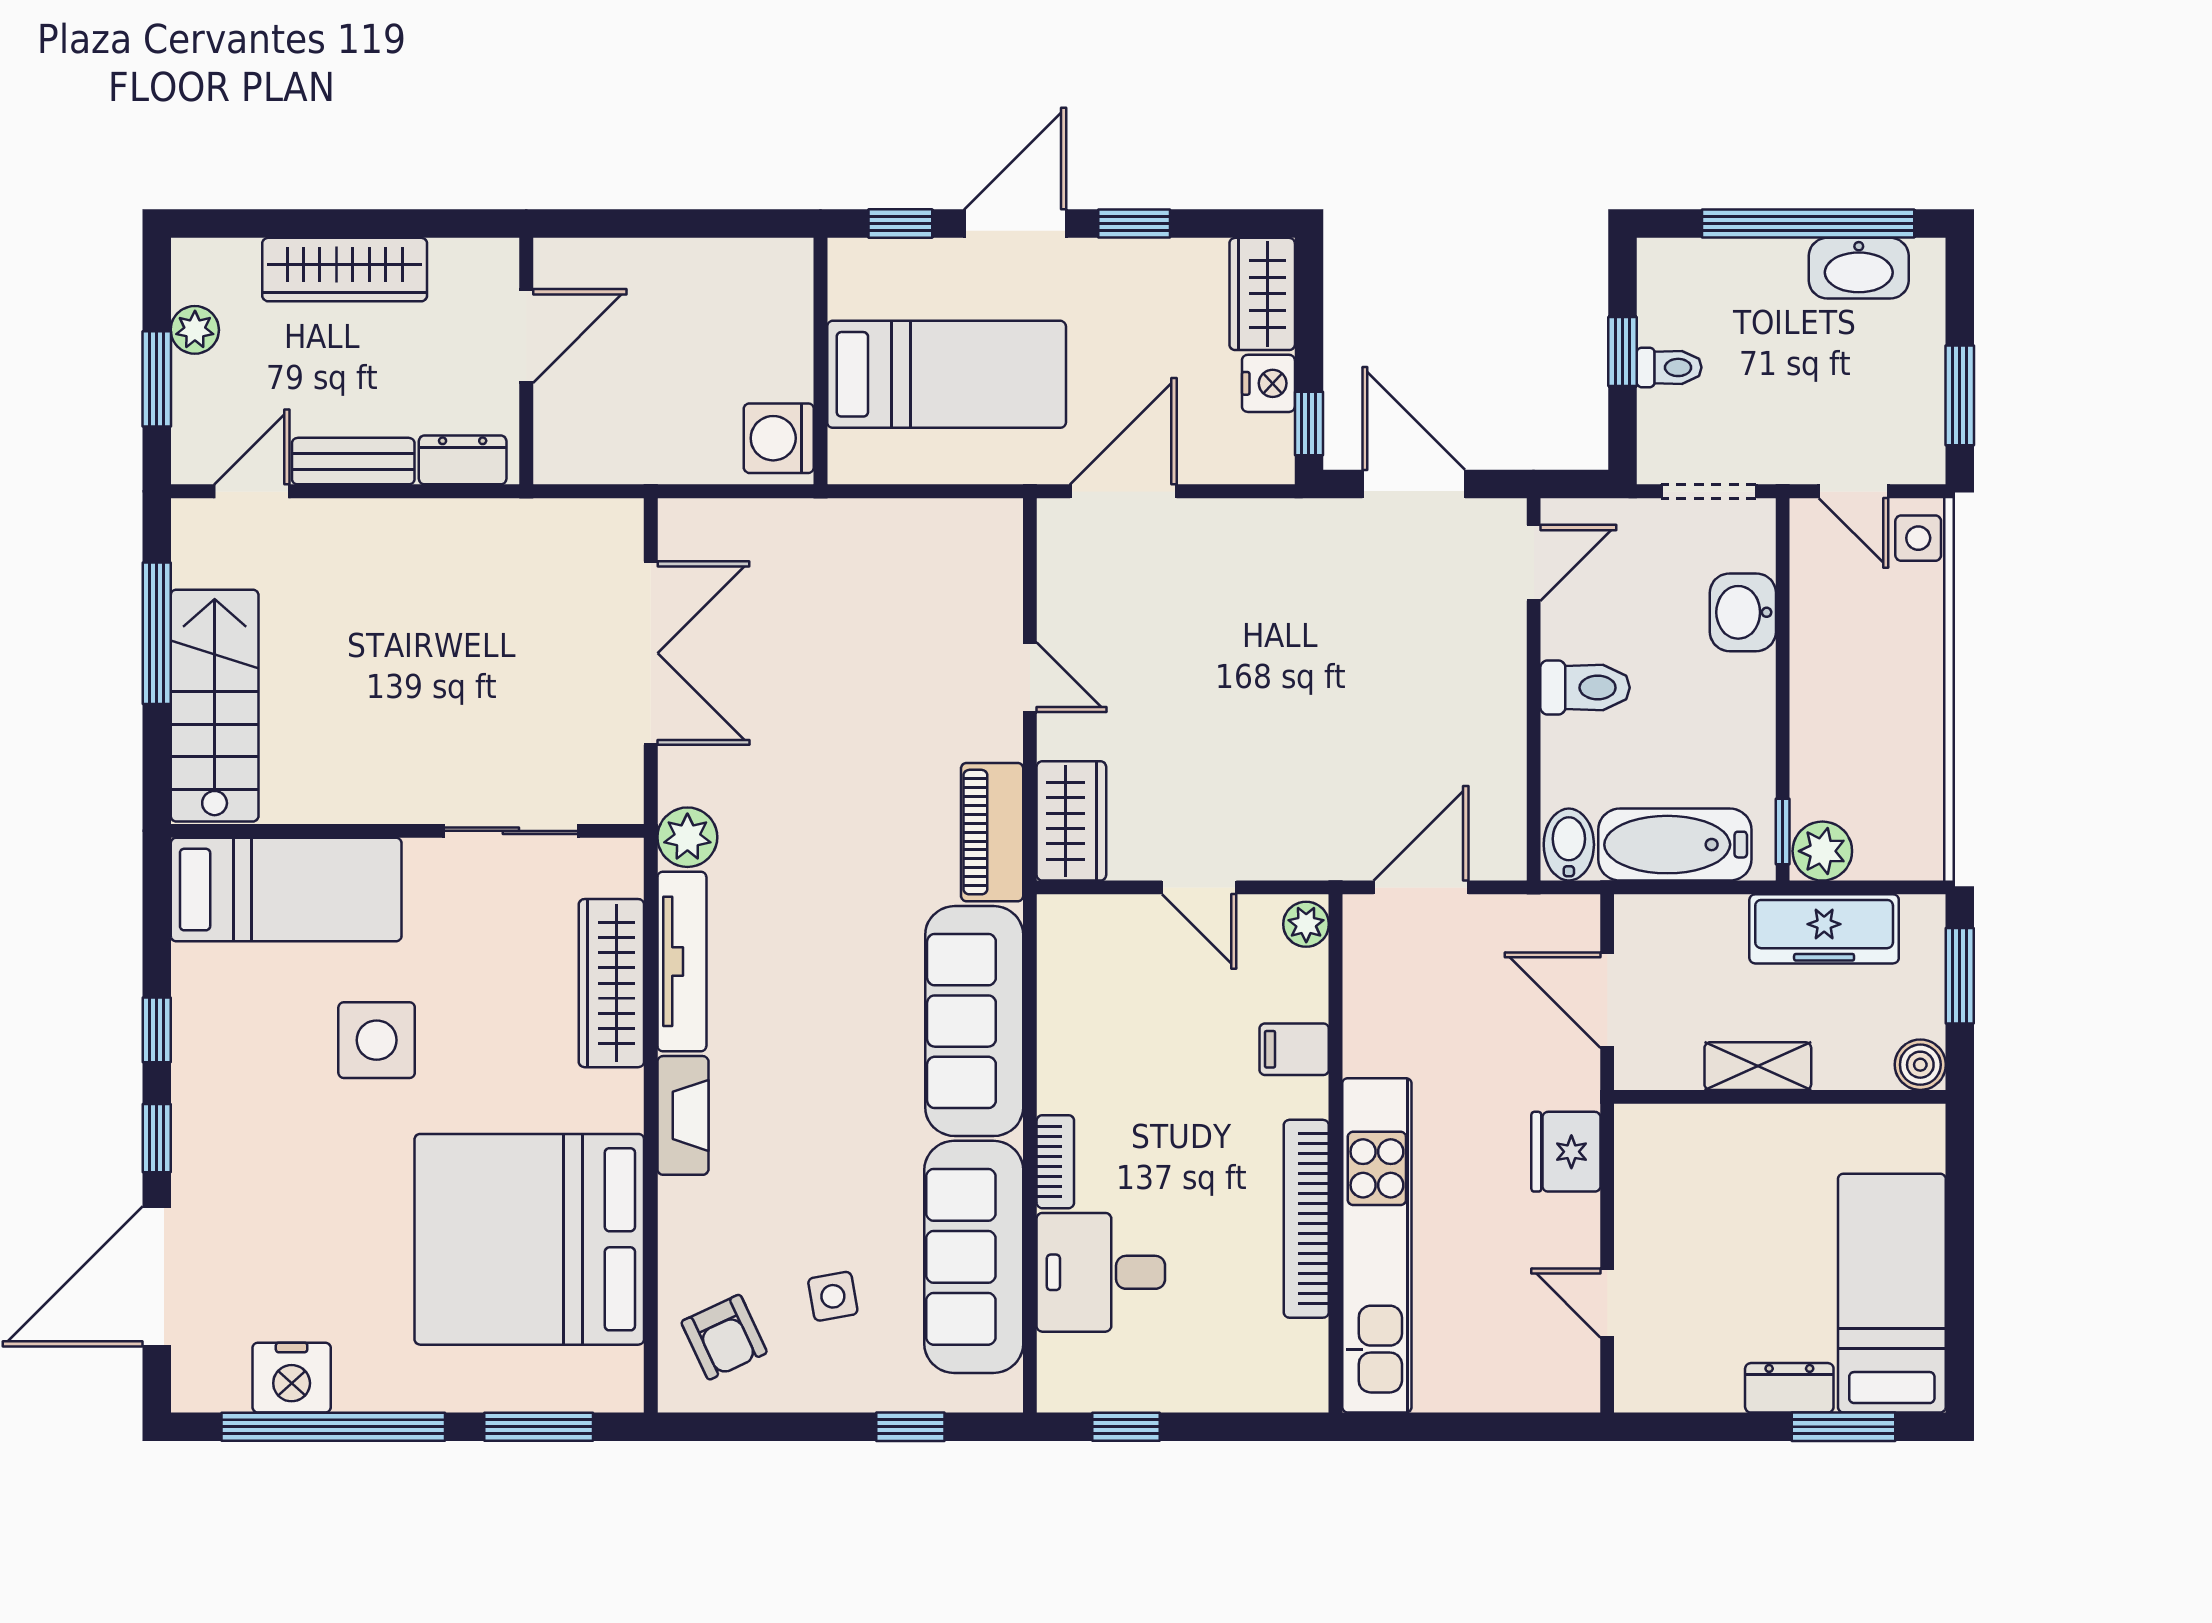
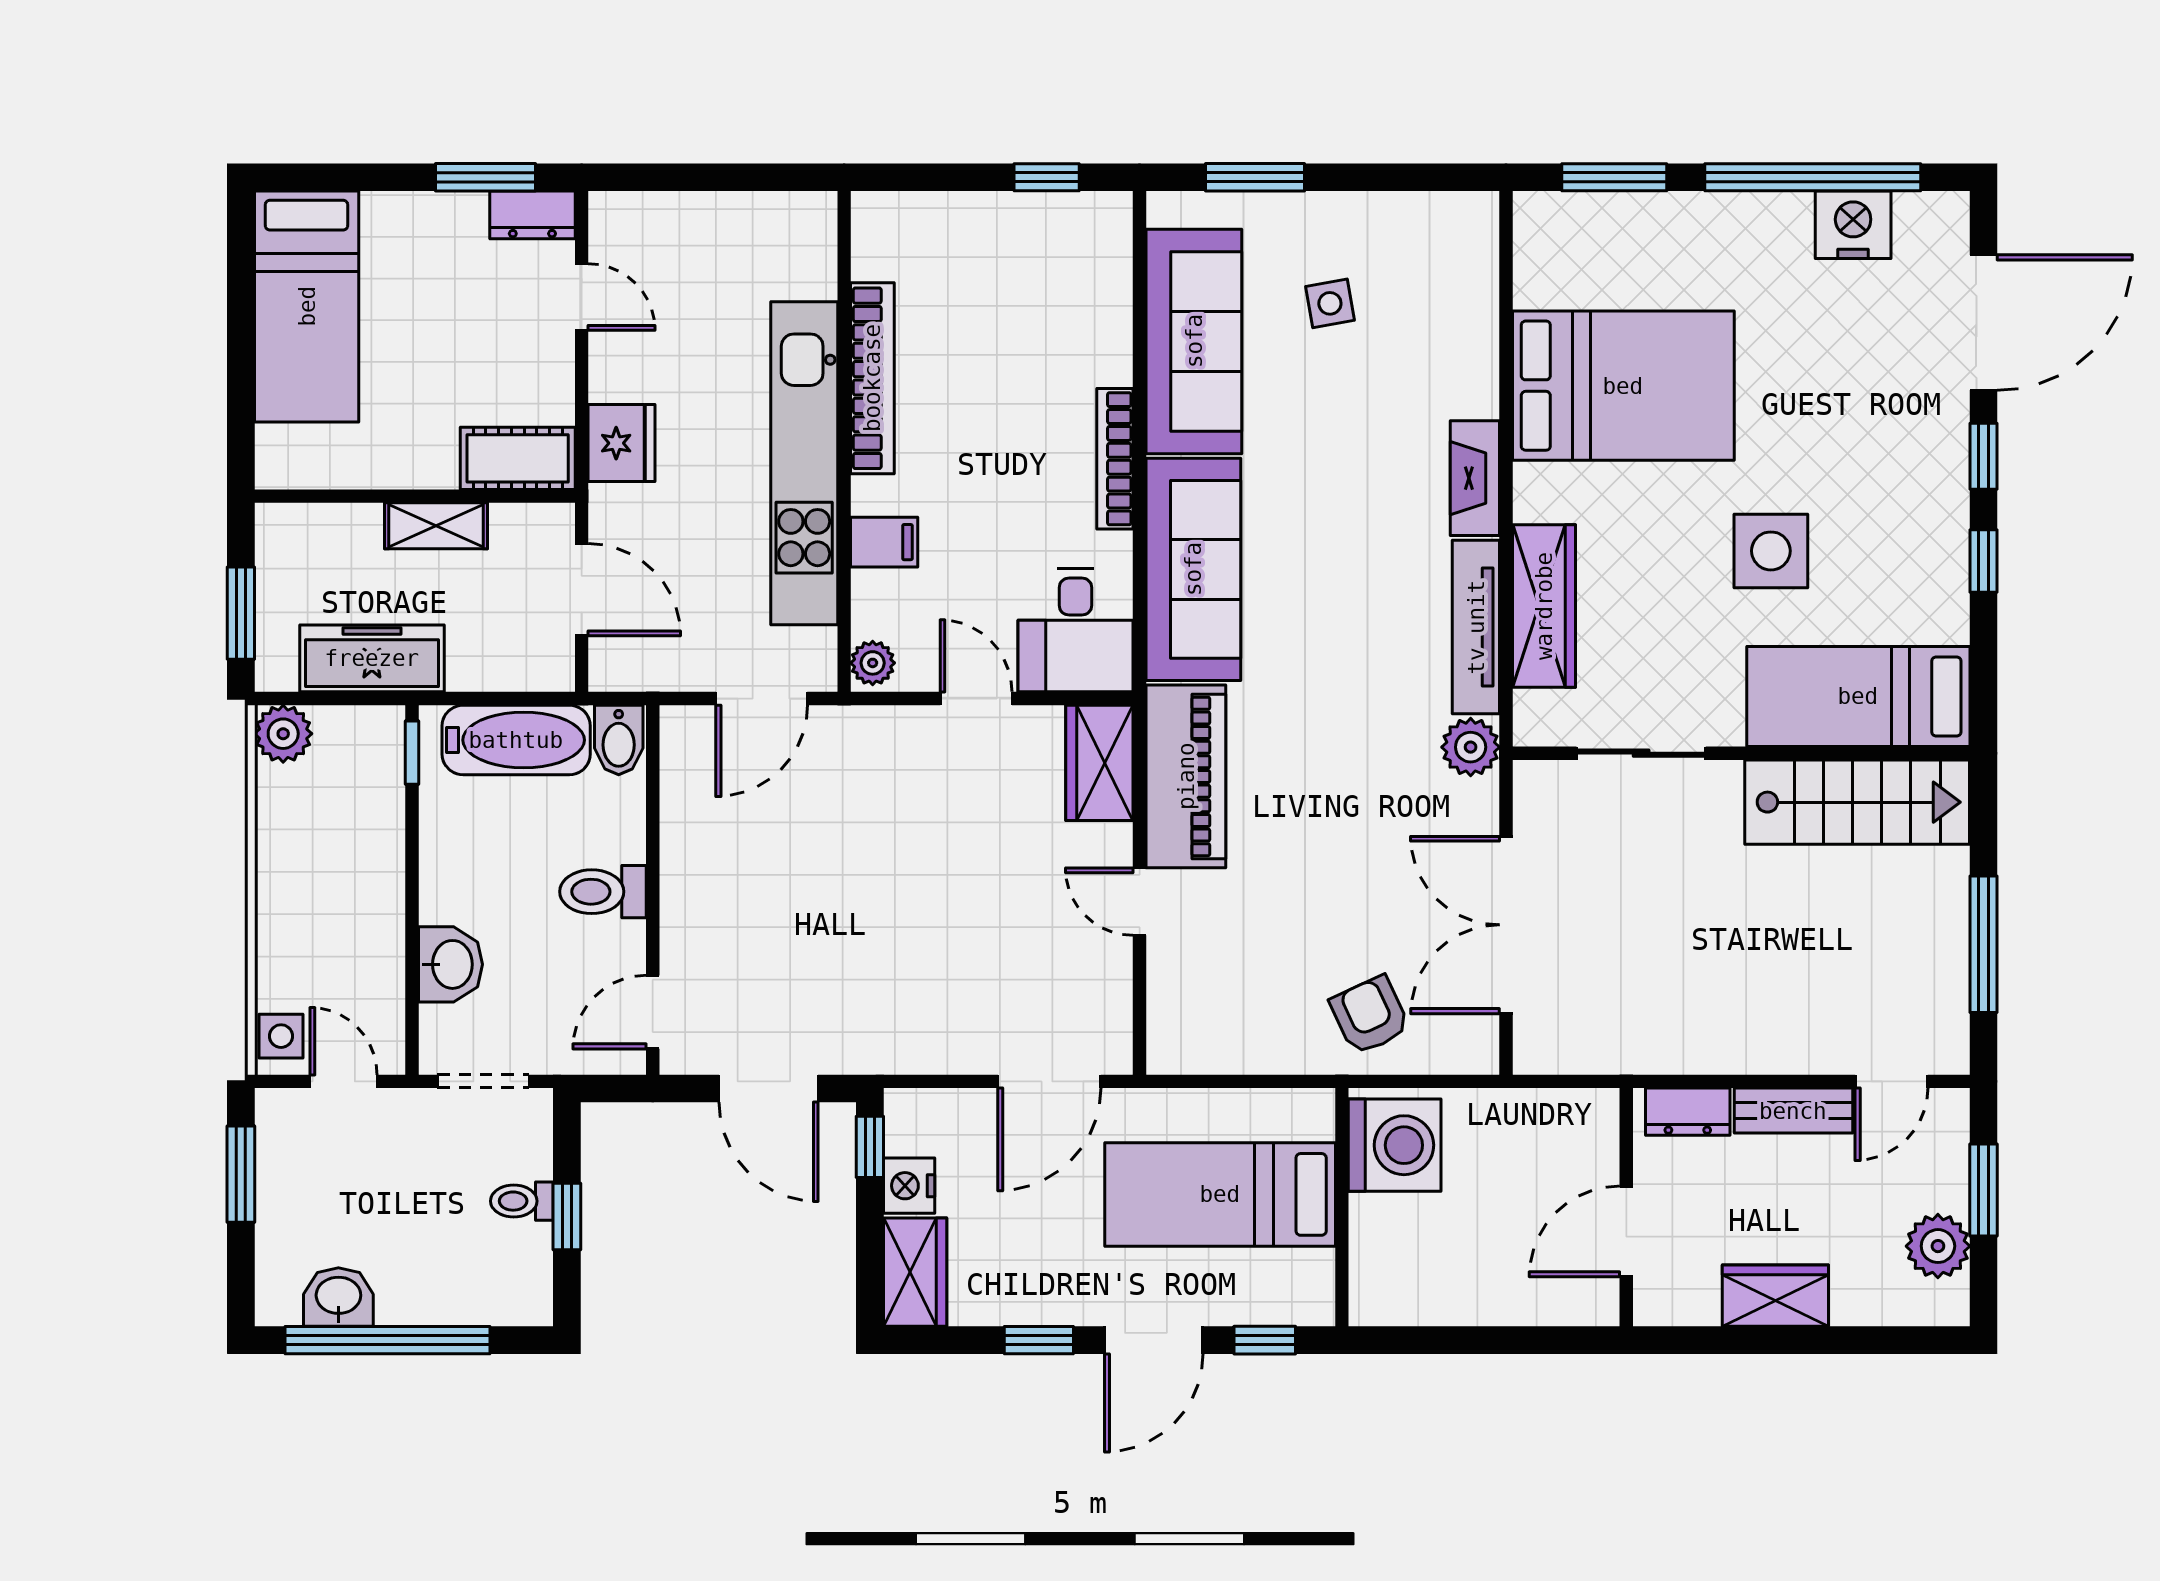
washbasin: (1859, 268) -> (338, 1297), width x0.72
wardrobe: (345, 270) -> (1775, 1296), width x0.67
plant: (195, 330) -> (1938, 1246), width x1.38, depth x1.38
washing machine: (779, 438) -> (1395, 1145), width x1.37, depth x1.37
stairs: (215, 706) -> (1857, 802), moved, turned -90
piano: (992, 832) -> (1186, 776), width x1.37, depth x1.33
plant: (1822, 851) -> (283, 734), moved
boiler: (1920, 1065) -> (279, 527), removed
cot: (1673, 1136) -> (518, 458), added
bookcase: (1055, 1162) -> (1115, 459), width x1.56
bed: (529, 1239) -> (1623, 386), width x0.73
kitchen unit: (1377, 1245) -> (804, 463), moved
desk: (1101, 1272) -> (1075, 630), moved, turned 90
armchair: (724, 1337) -> (1370, 1015), moved
dresser: (1789, 1388) -> (532, 215), moved
window: (910, 1427) -> (1255, 177), width x1.50
window: (1843, 1427) -> (486, 177), moved

